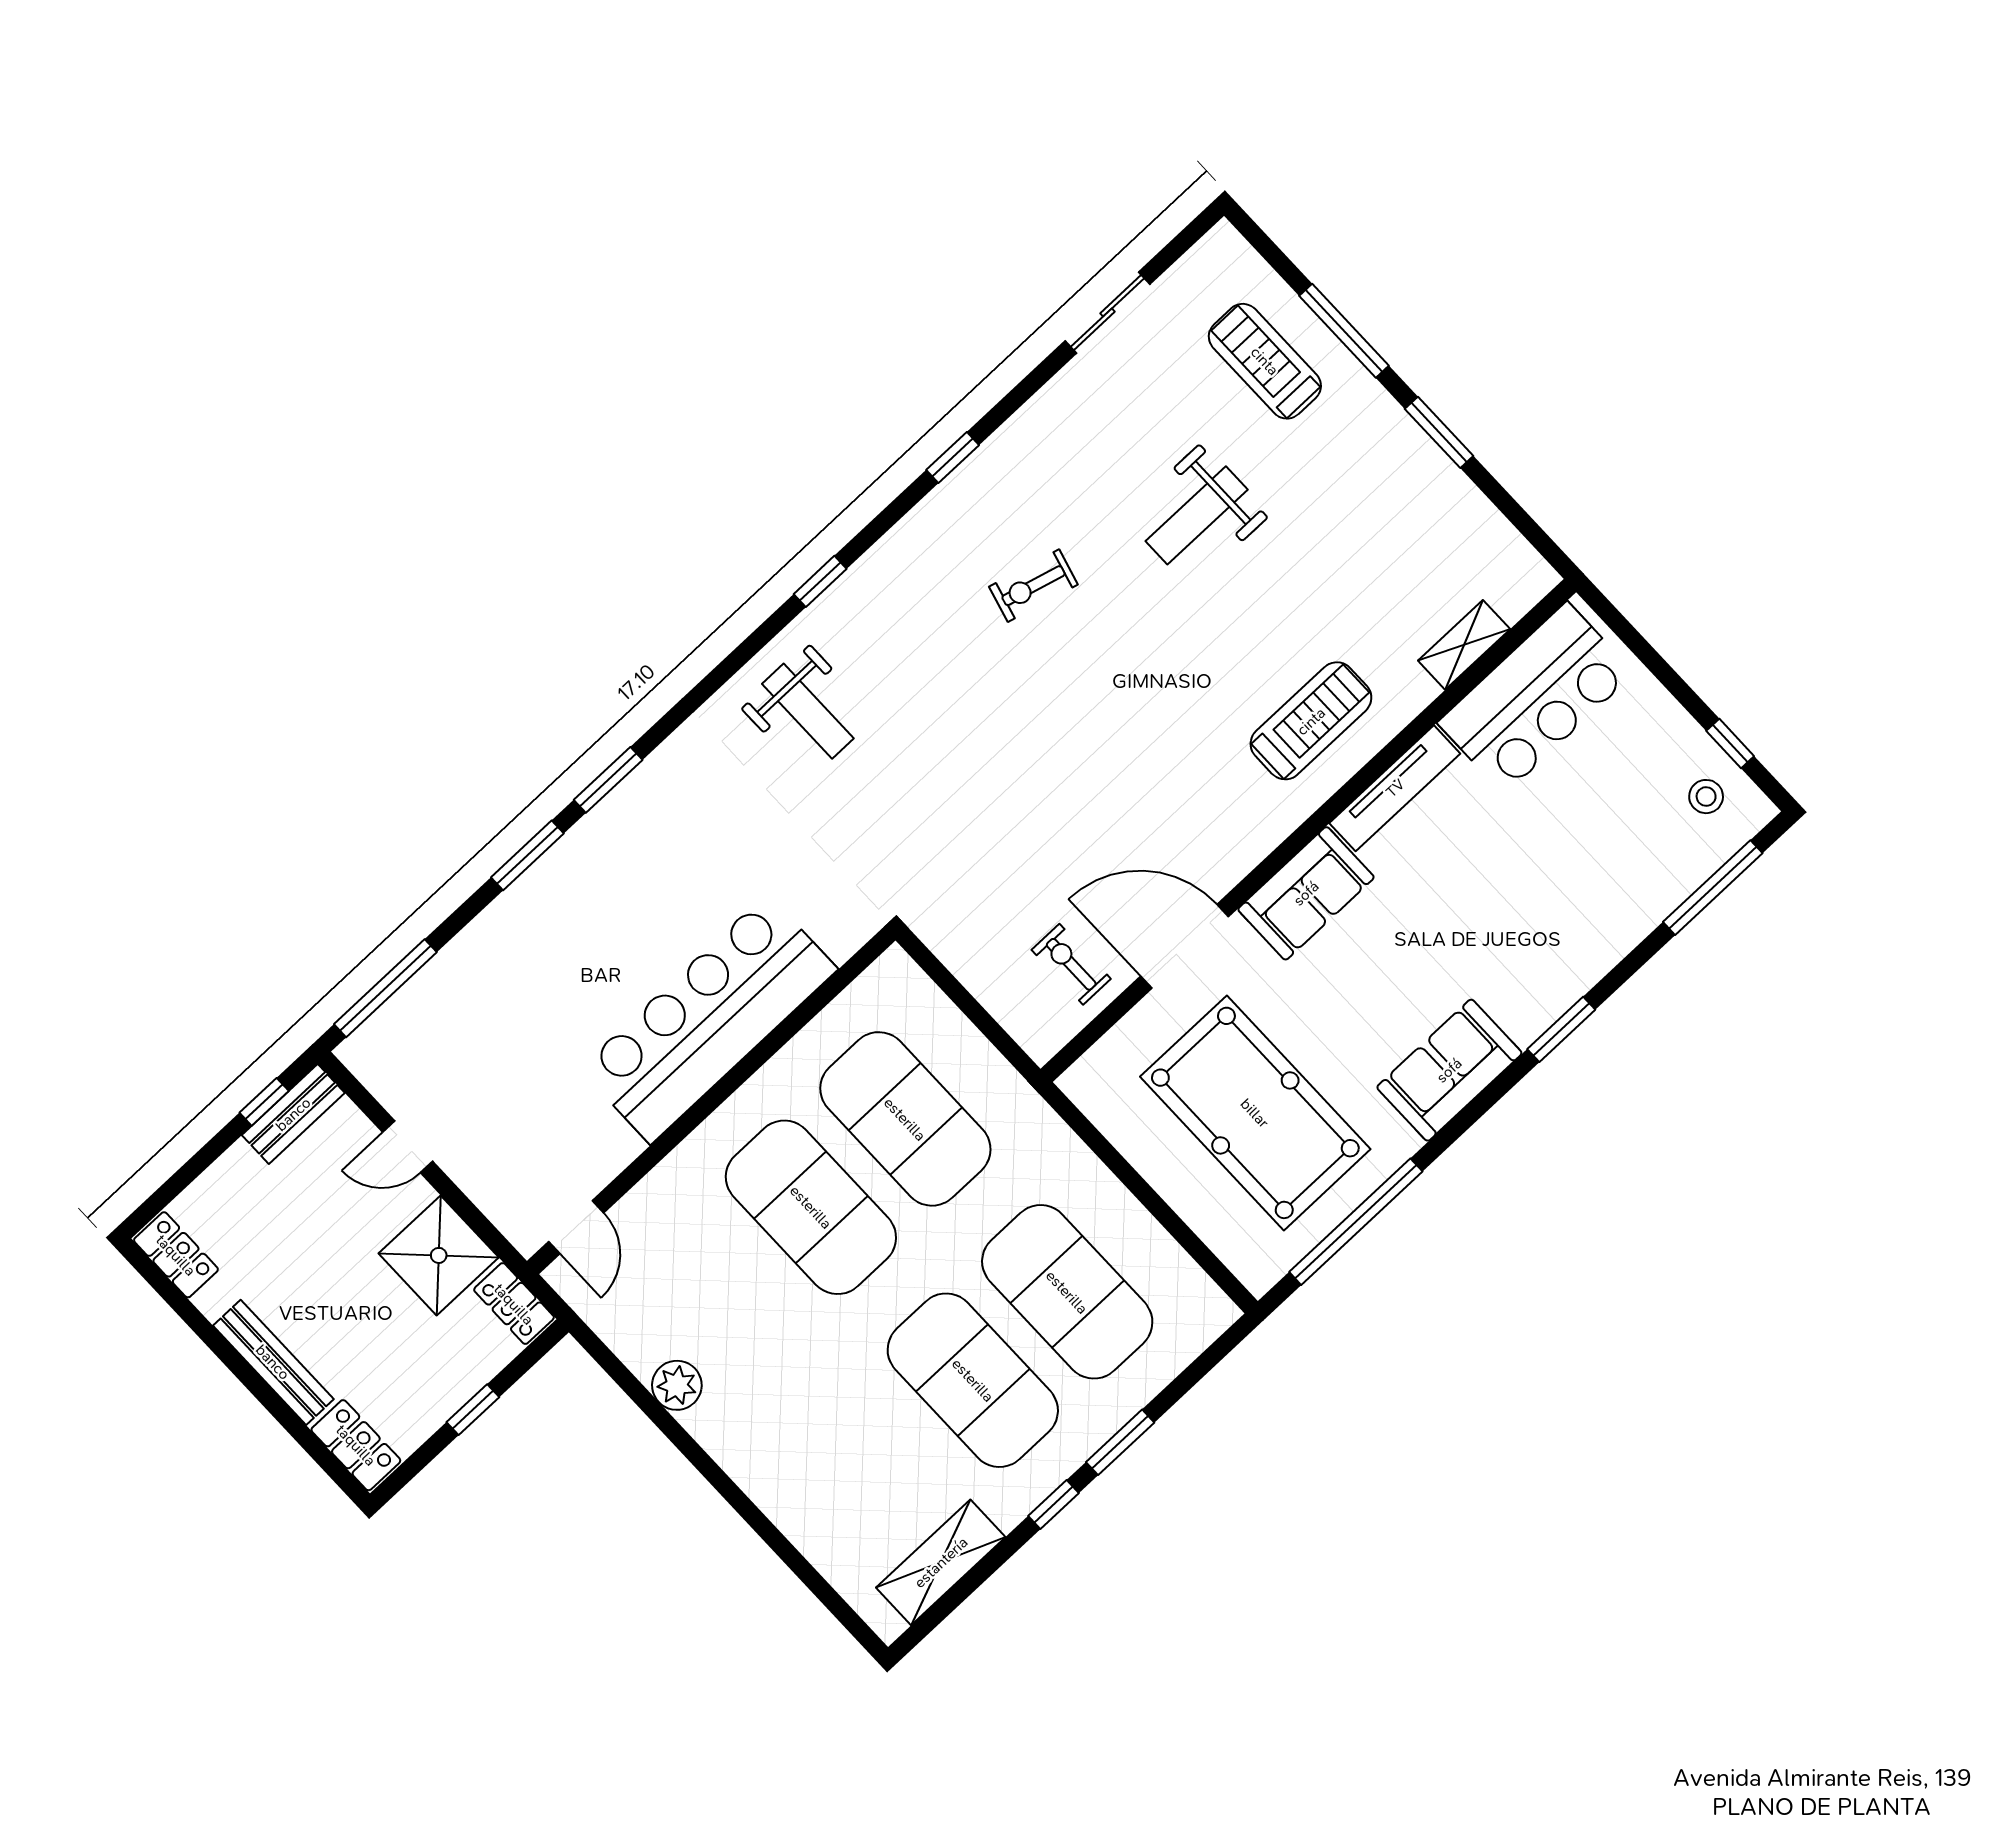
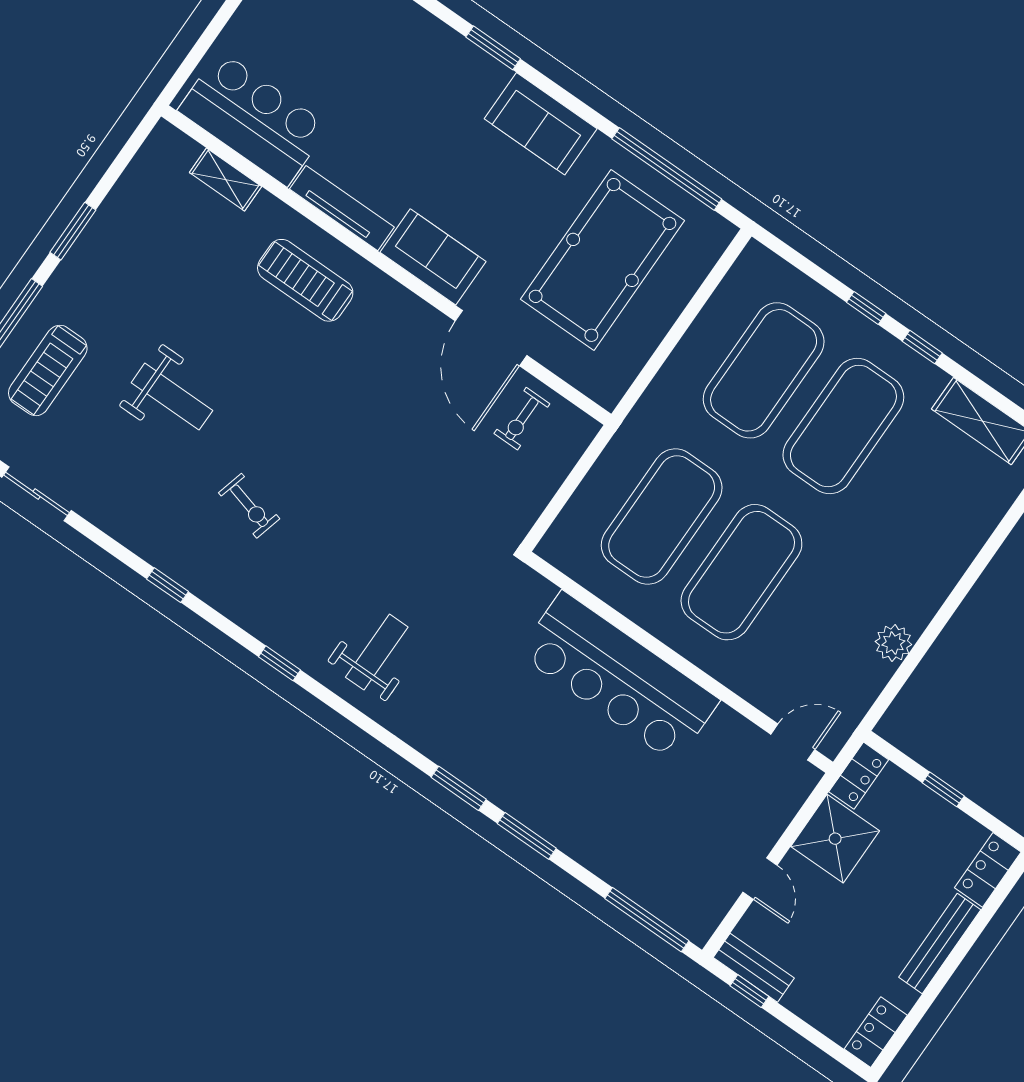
window: (1120, 1442) -> (866, 308), width x0.67

